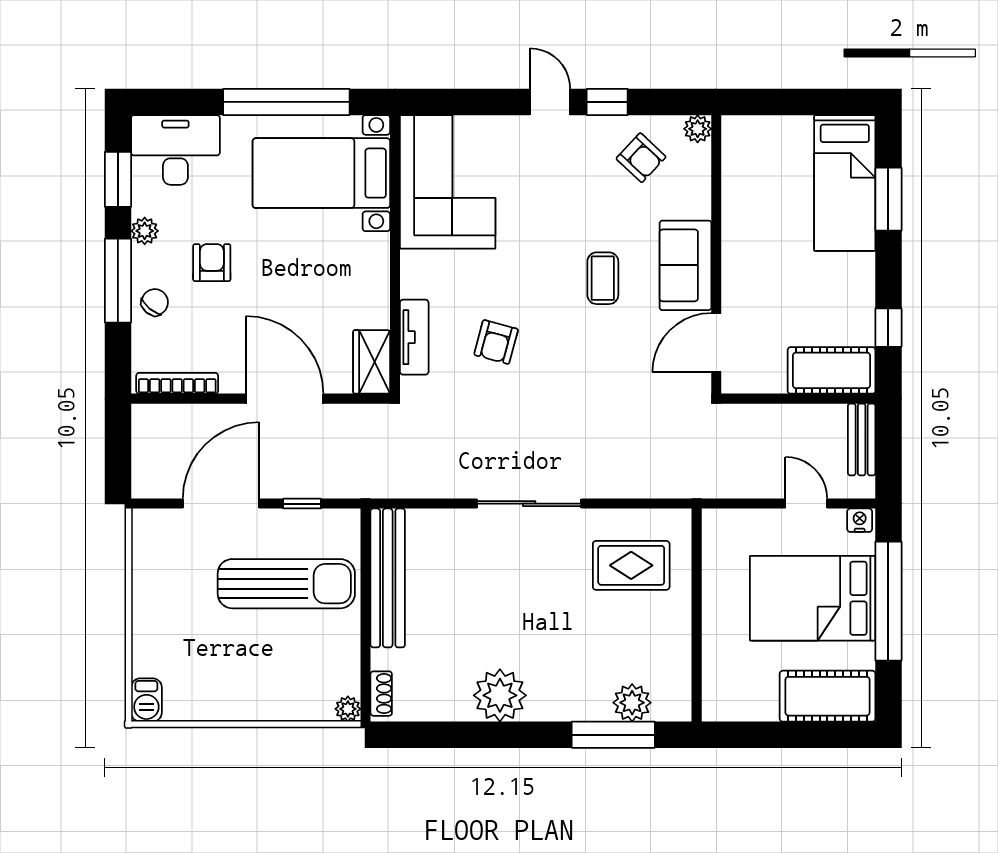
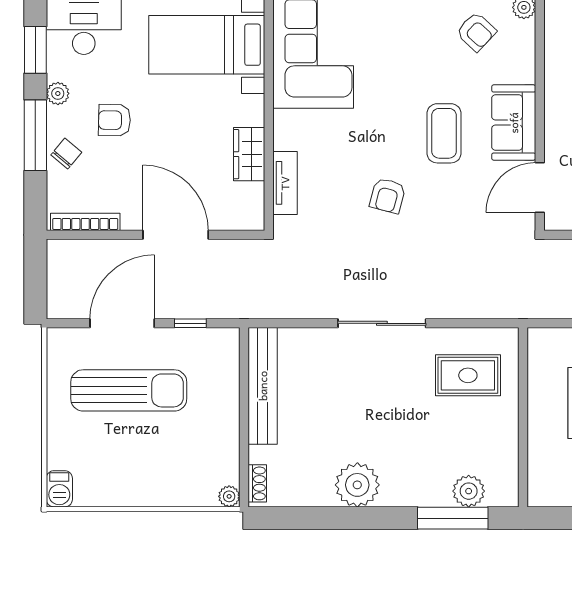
armchair: (212, 263) -> (114, 120), turned -89
coffee table: (603, 278) -> (444, 133), width x1.36, depth x1.30
armchair: (496, 342) -> (388, 196), moved
wardrobe: (372, 362) -> (249, 154), moved
sun lounger: (286, 584) -> (129, 390), moved

